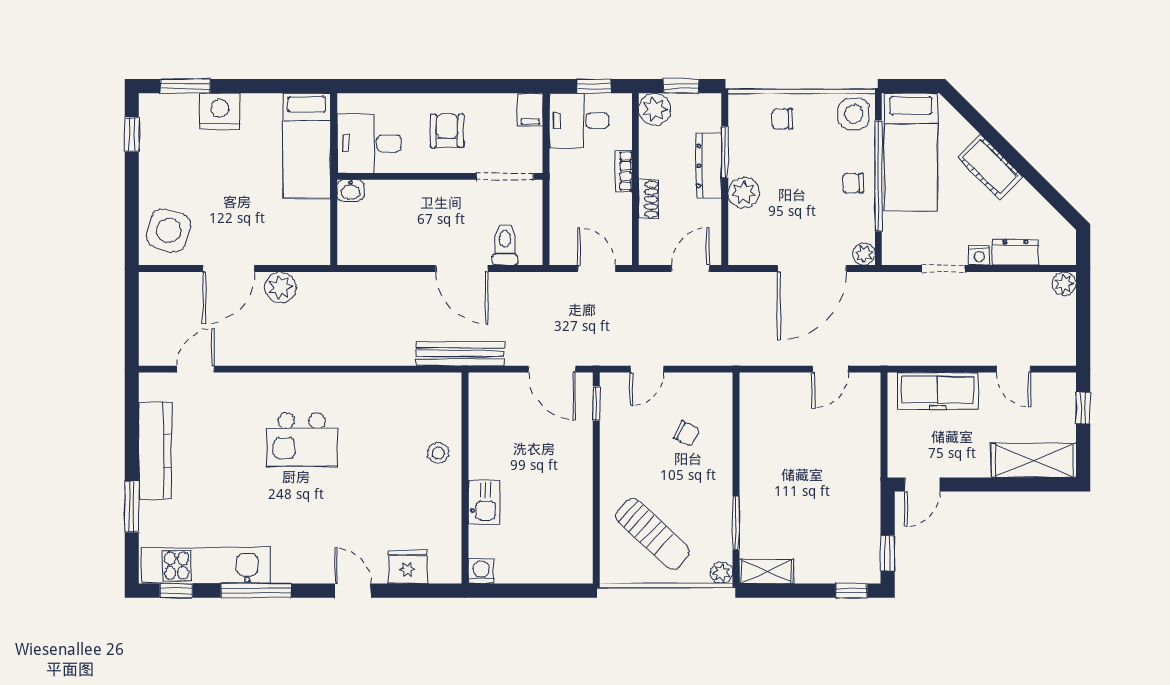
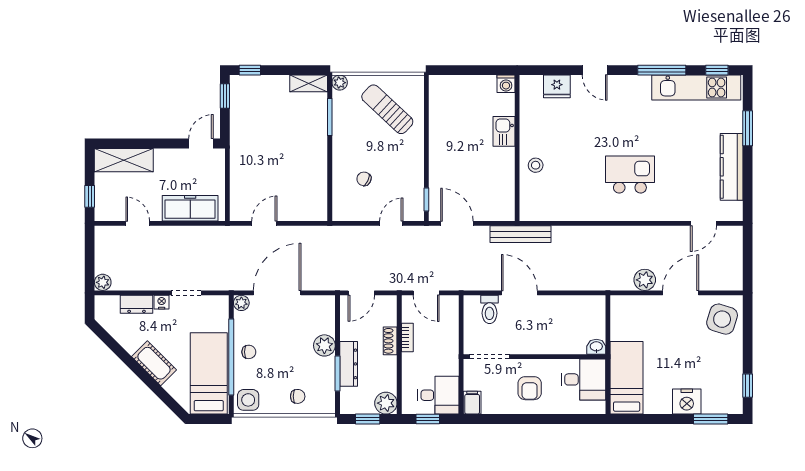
bookcase: (624, 171) -> (407, 338), moved

